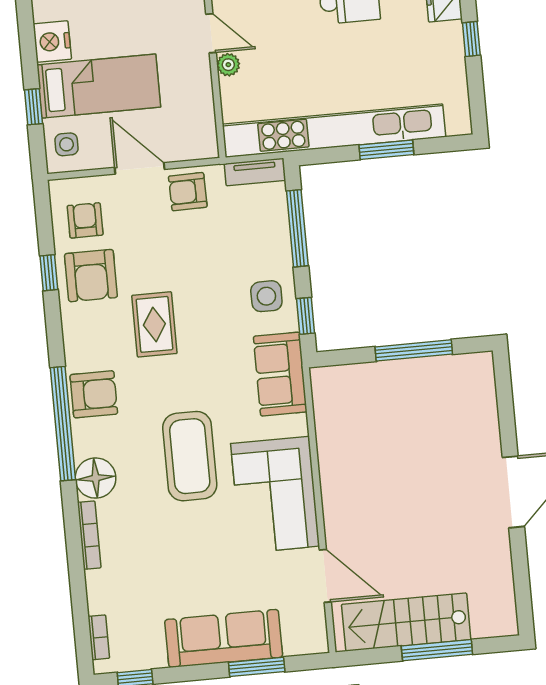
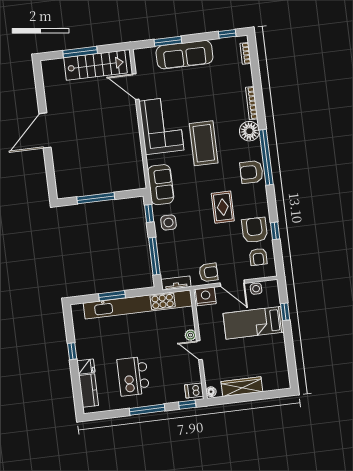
nightstand: (52, 42) -> (206, 296), moved, turned -90
side table: (67, 144) -> (256, 289), moved

